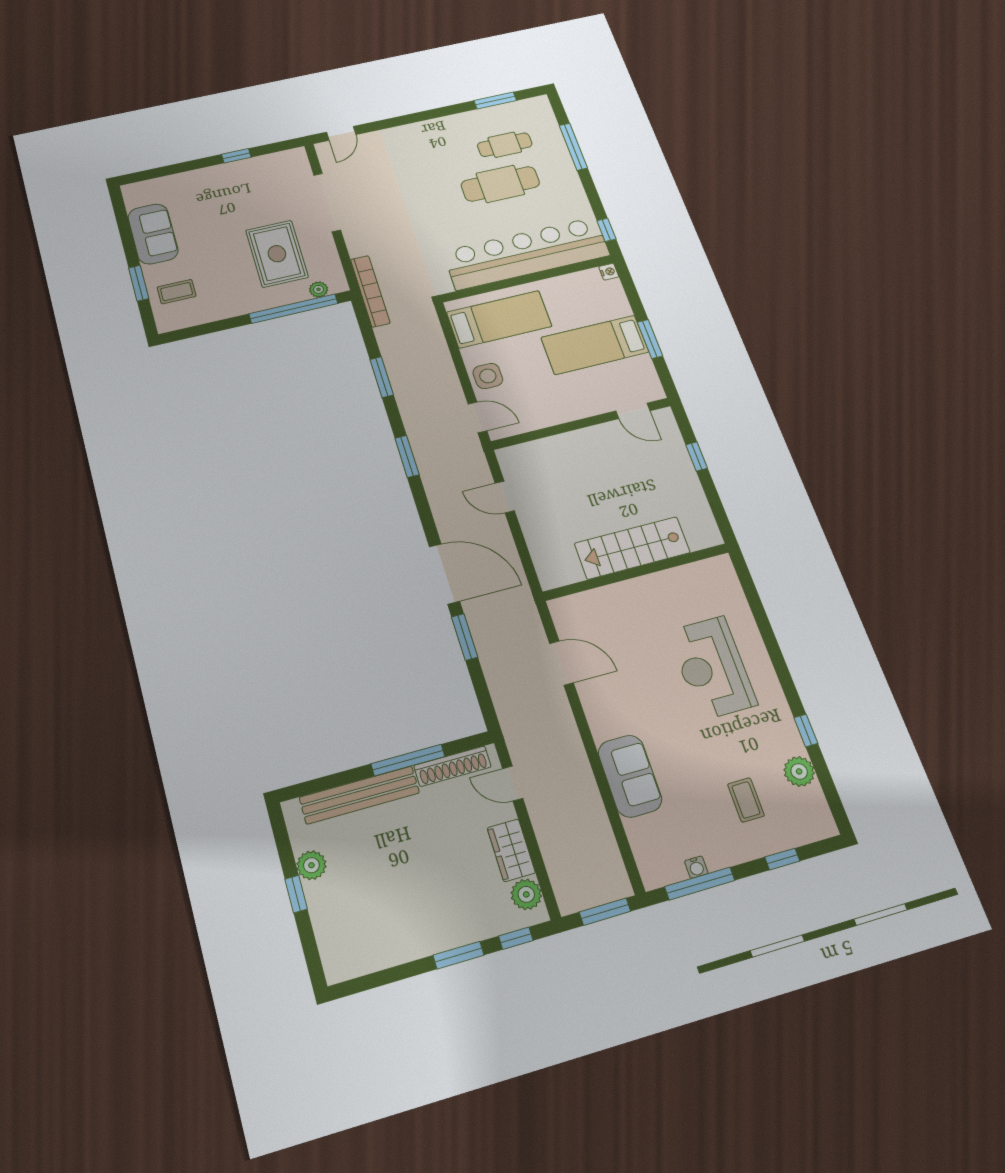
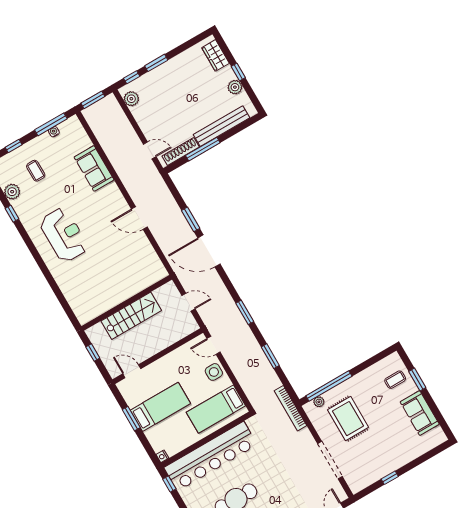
stairs: (632, 548) -> (131, 316), moved
wall: (636, 572) -> (127, 303), moved
wardrobe: (511, 850) -> (215, 55), moved, turned 180

